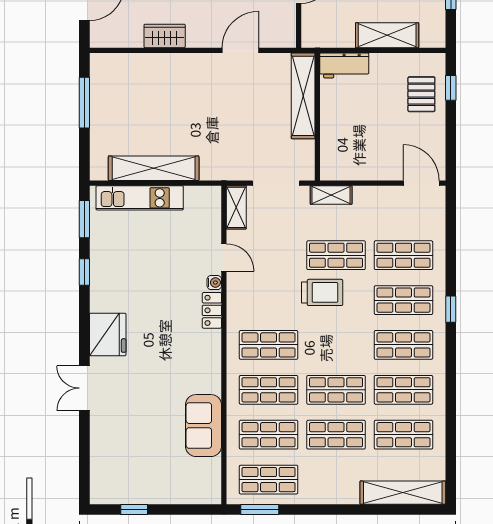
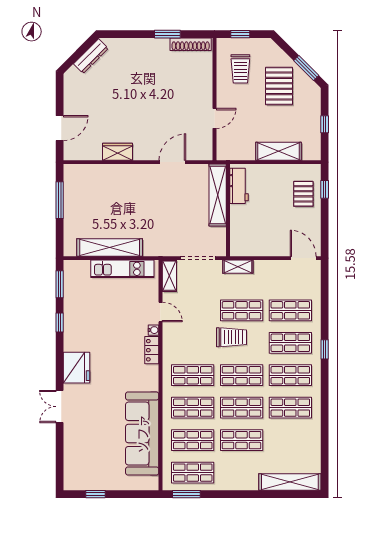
workbench: (344, 65) -> (239, 186), moved, turned -90
kitchen unit: (140, 198) -> (122, 269), moved
sofa: (204, 426) -> (142, 434), width x1.85, depth x1.27
shop shelf: (403, 435) -> (242, 375), moved

